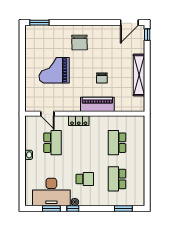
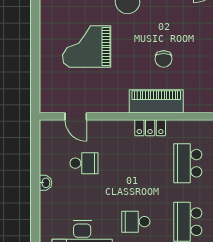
locker: (79, 121) -> (150, 128), moved
school desk: (53, 143) -> (84, 163), width x0.54
school desk: (85, 179) -> (136, 222), turned 180

